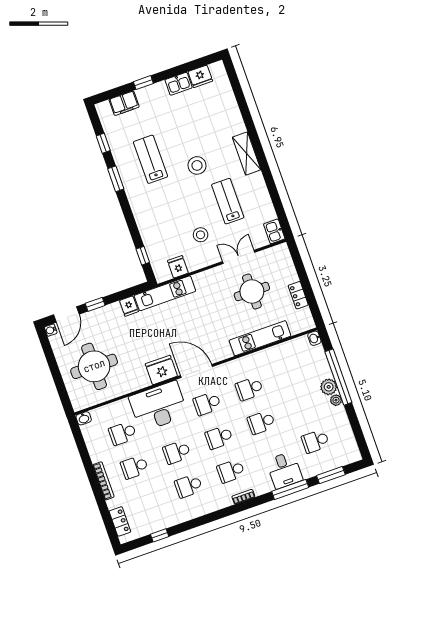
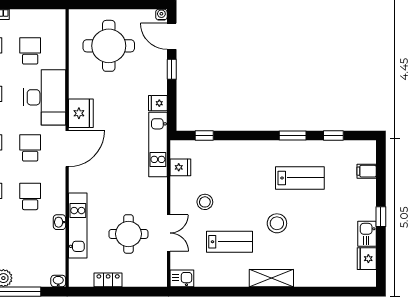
window: (143, 83) -> (381, 217), moved
filing cabinet: (124, 103) -> (367, 171), width x0.50
washbasin: (84, 418) -> (59, 222), moved

